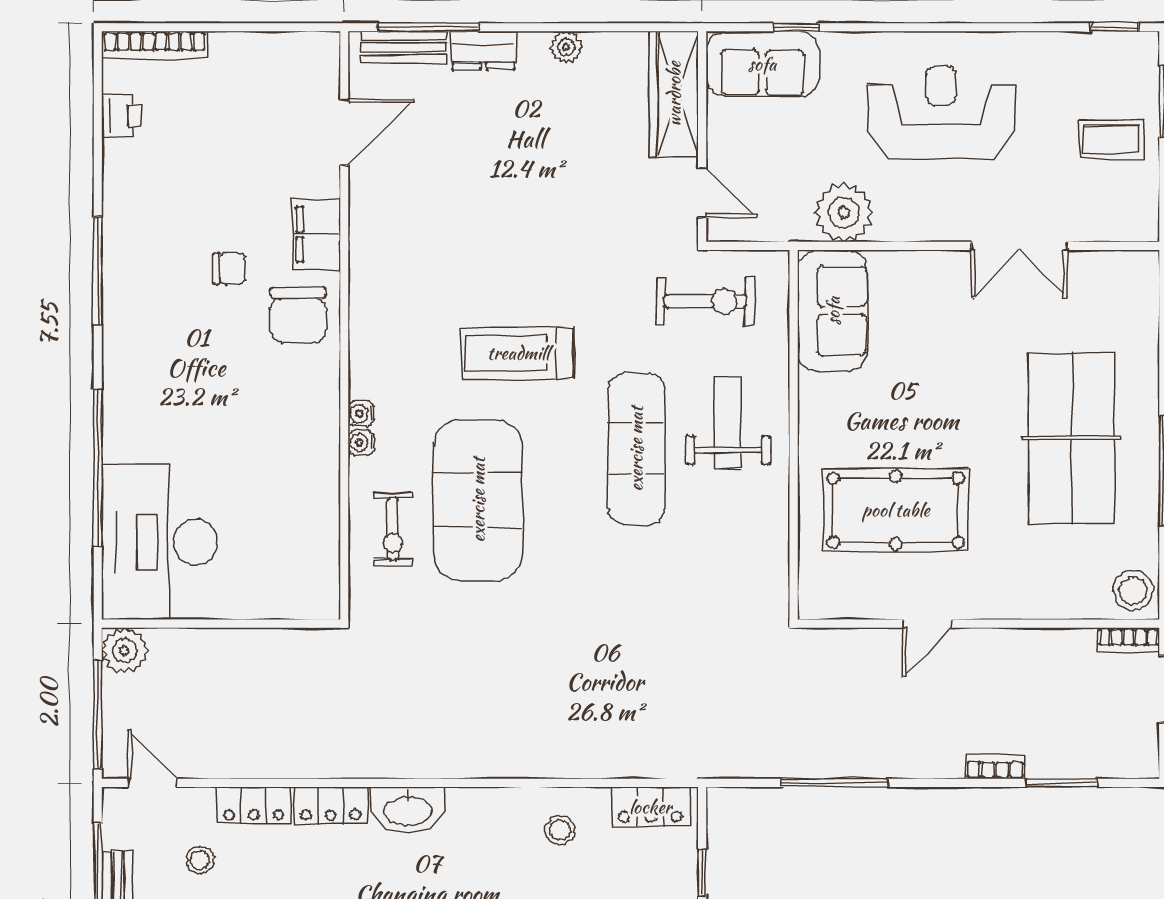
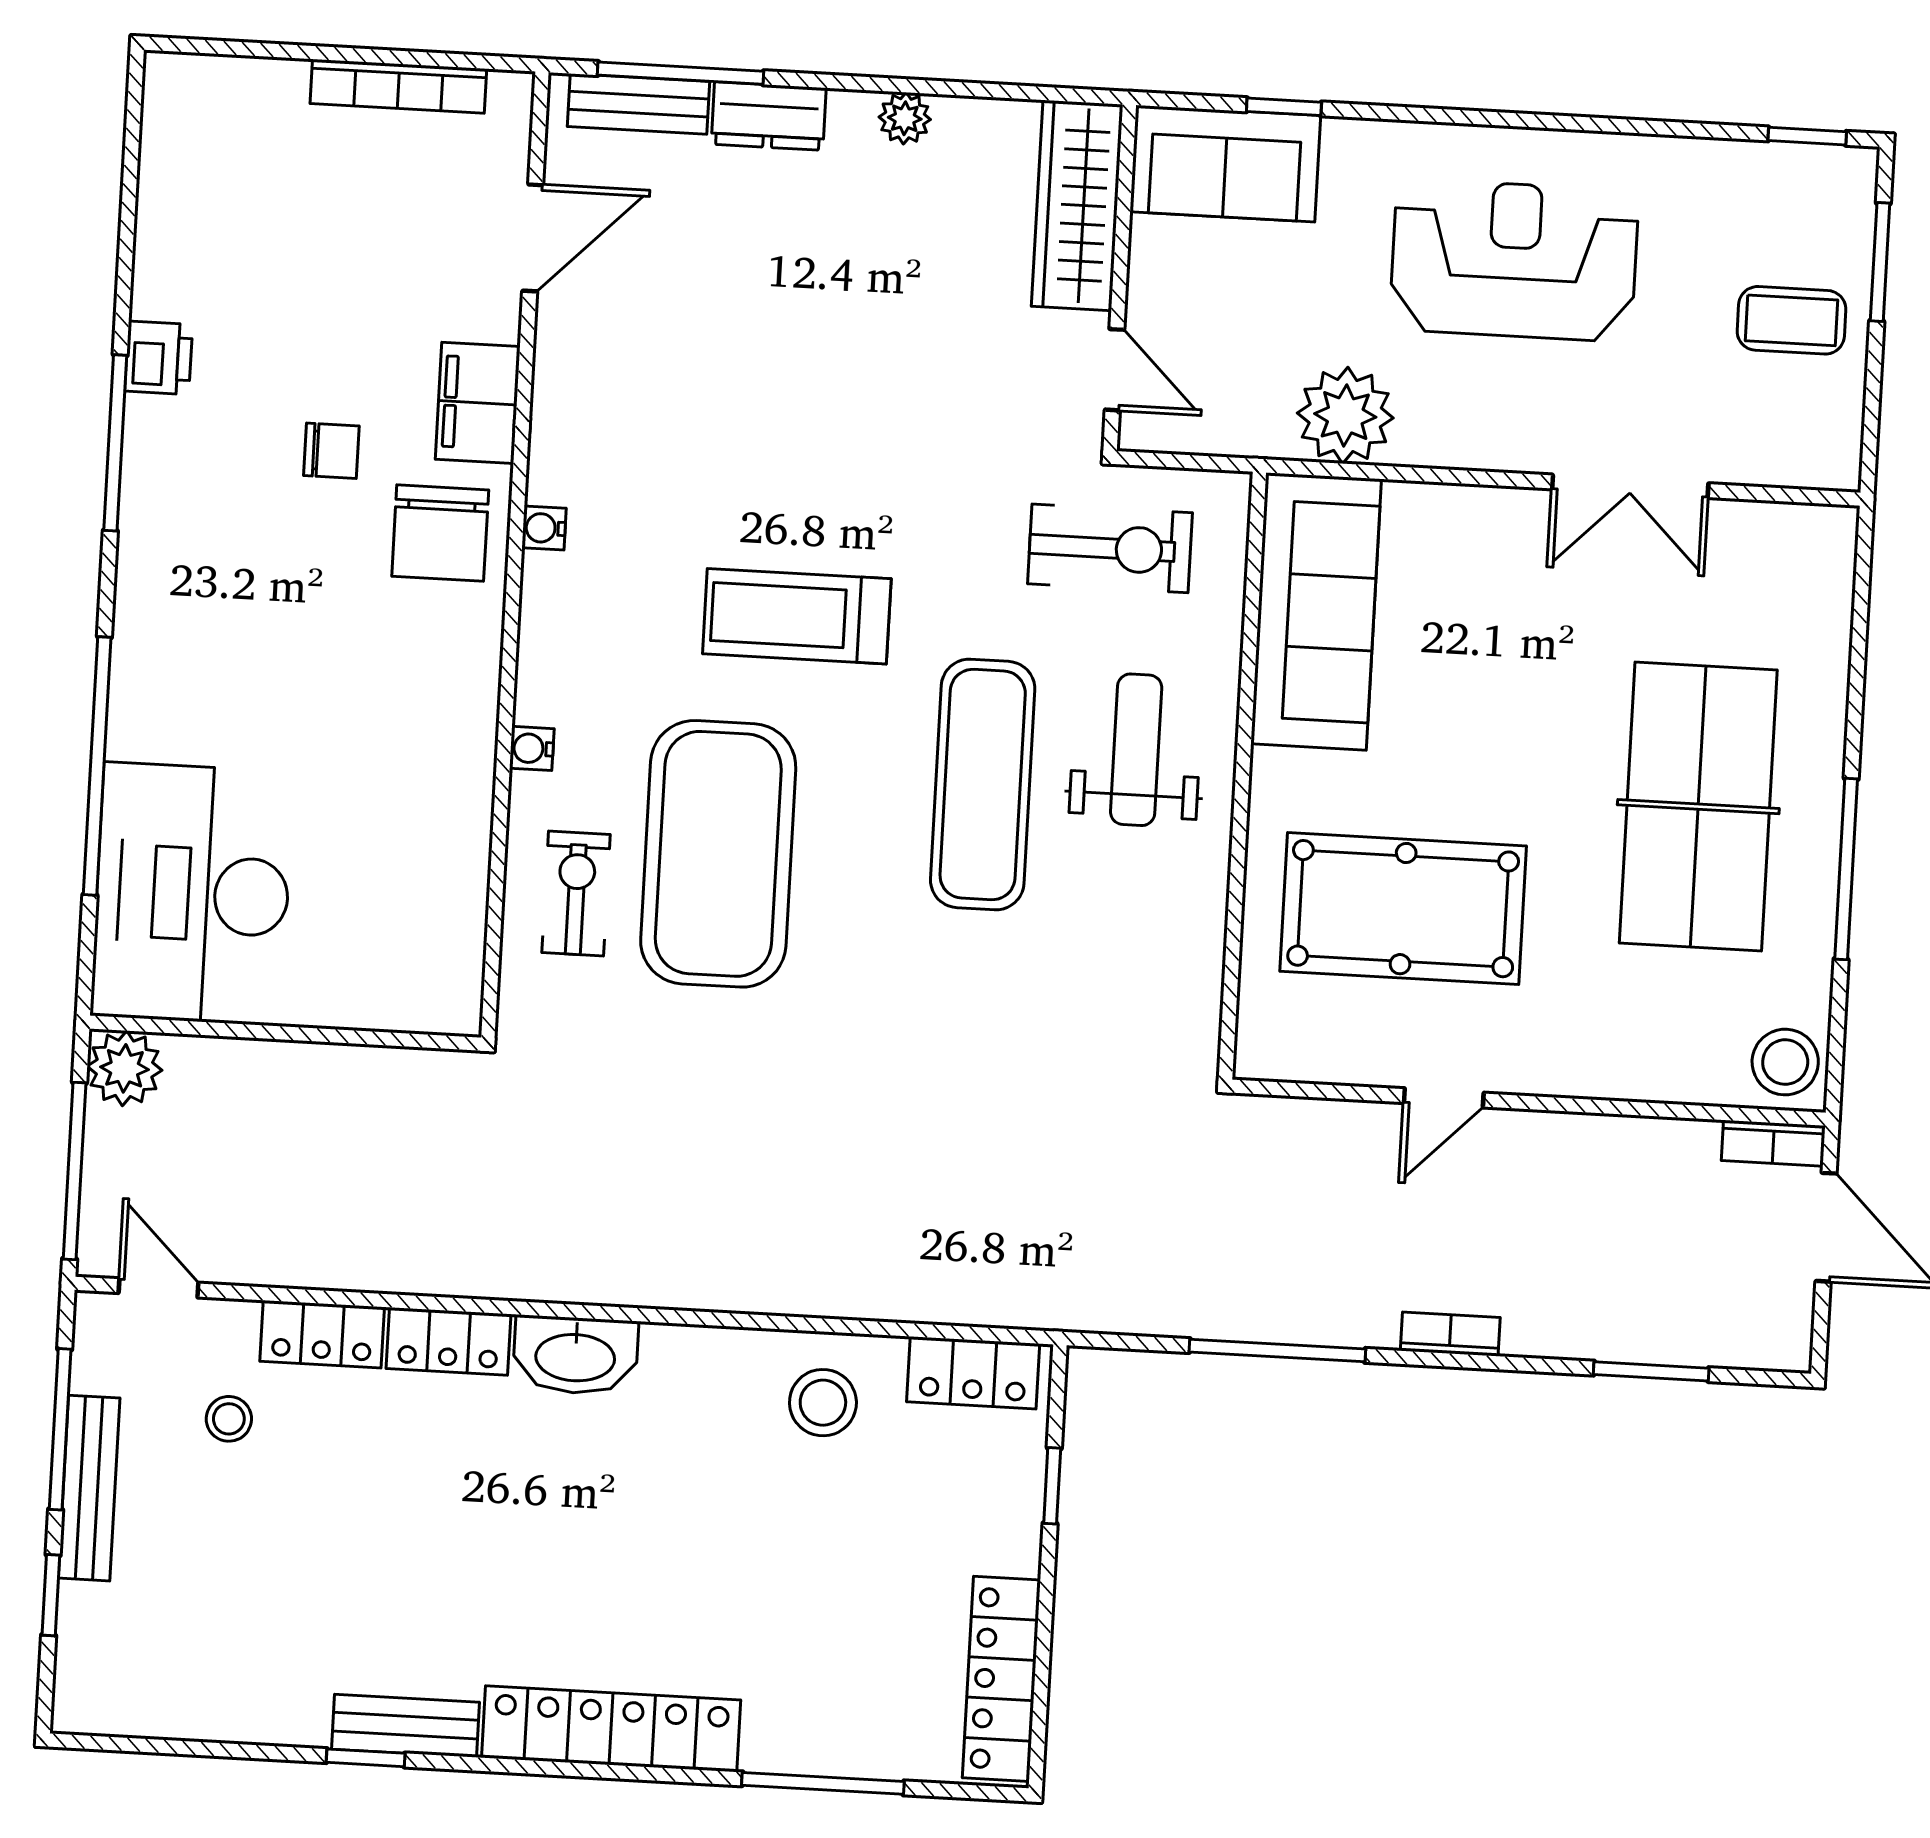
bookcase: (155, 45) -> (398, 86), moved
printer: (121, 116) -> (159, 358), moved
sofa: (833, 311) -> (1316, 611), width x1.36
water cooler: (361, 414) -> (544, 528), moved
exercise bike: (393, 529) -> (576, 894), turned 180
bookcase: (995, 767) -> (1450, 1334), moved
stool: (560, 830) -> (823, 1403), width x1.37, depth x1.37

